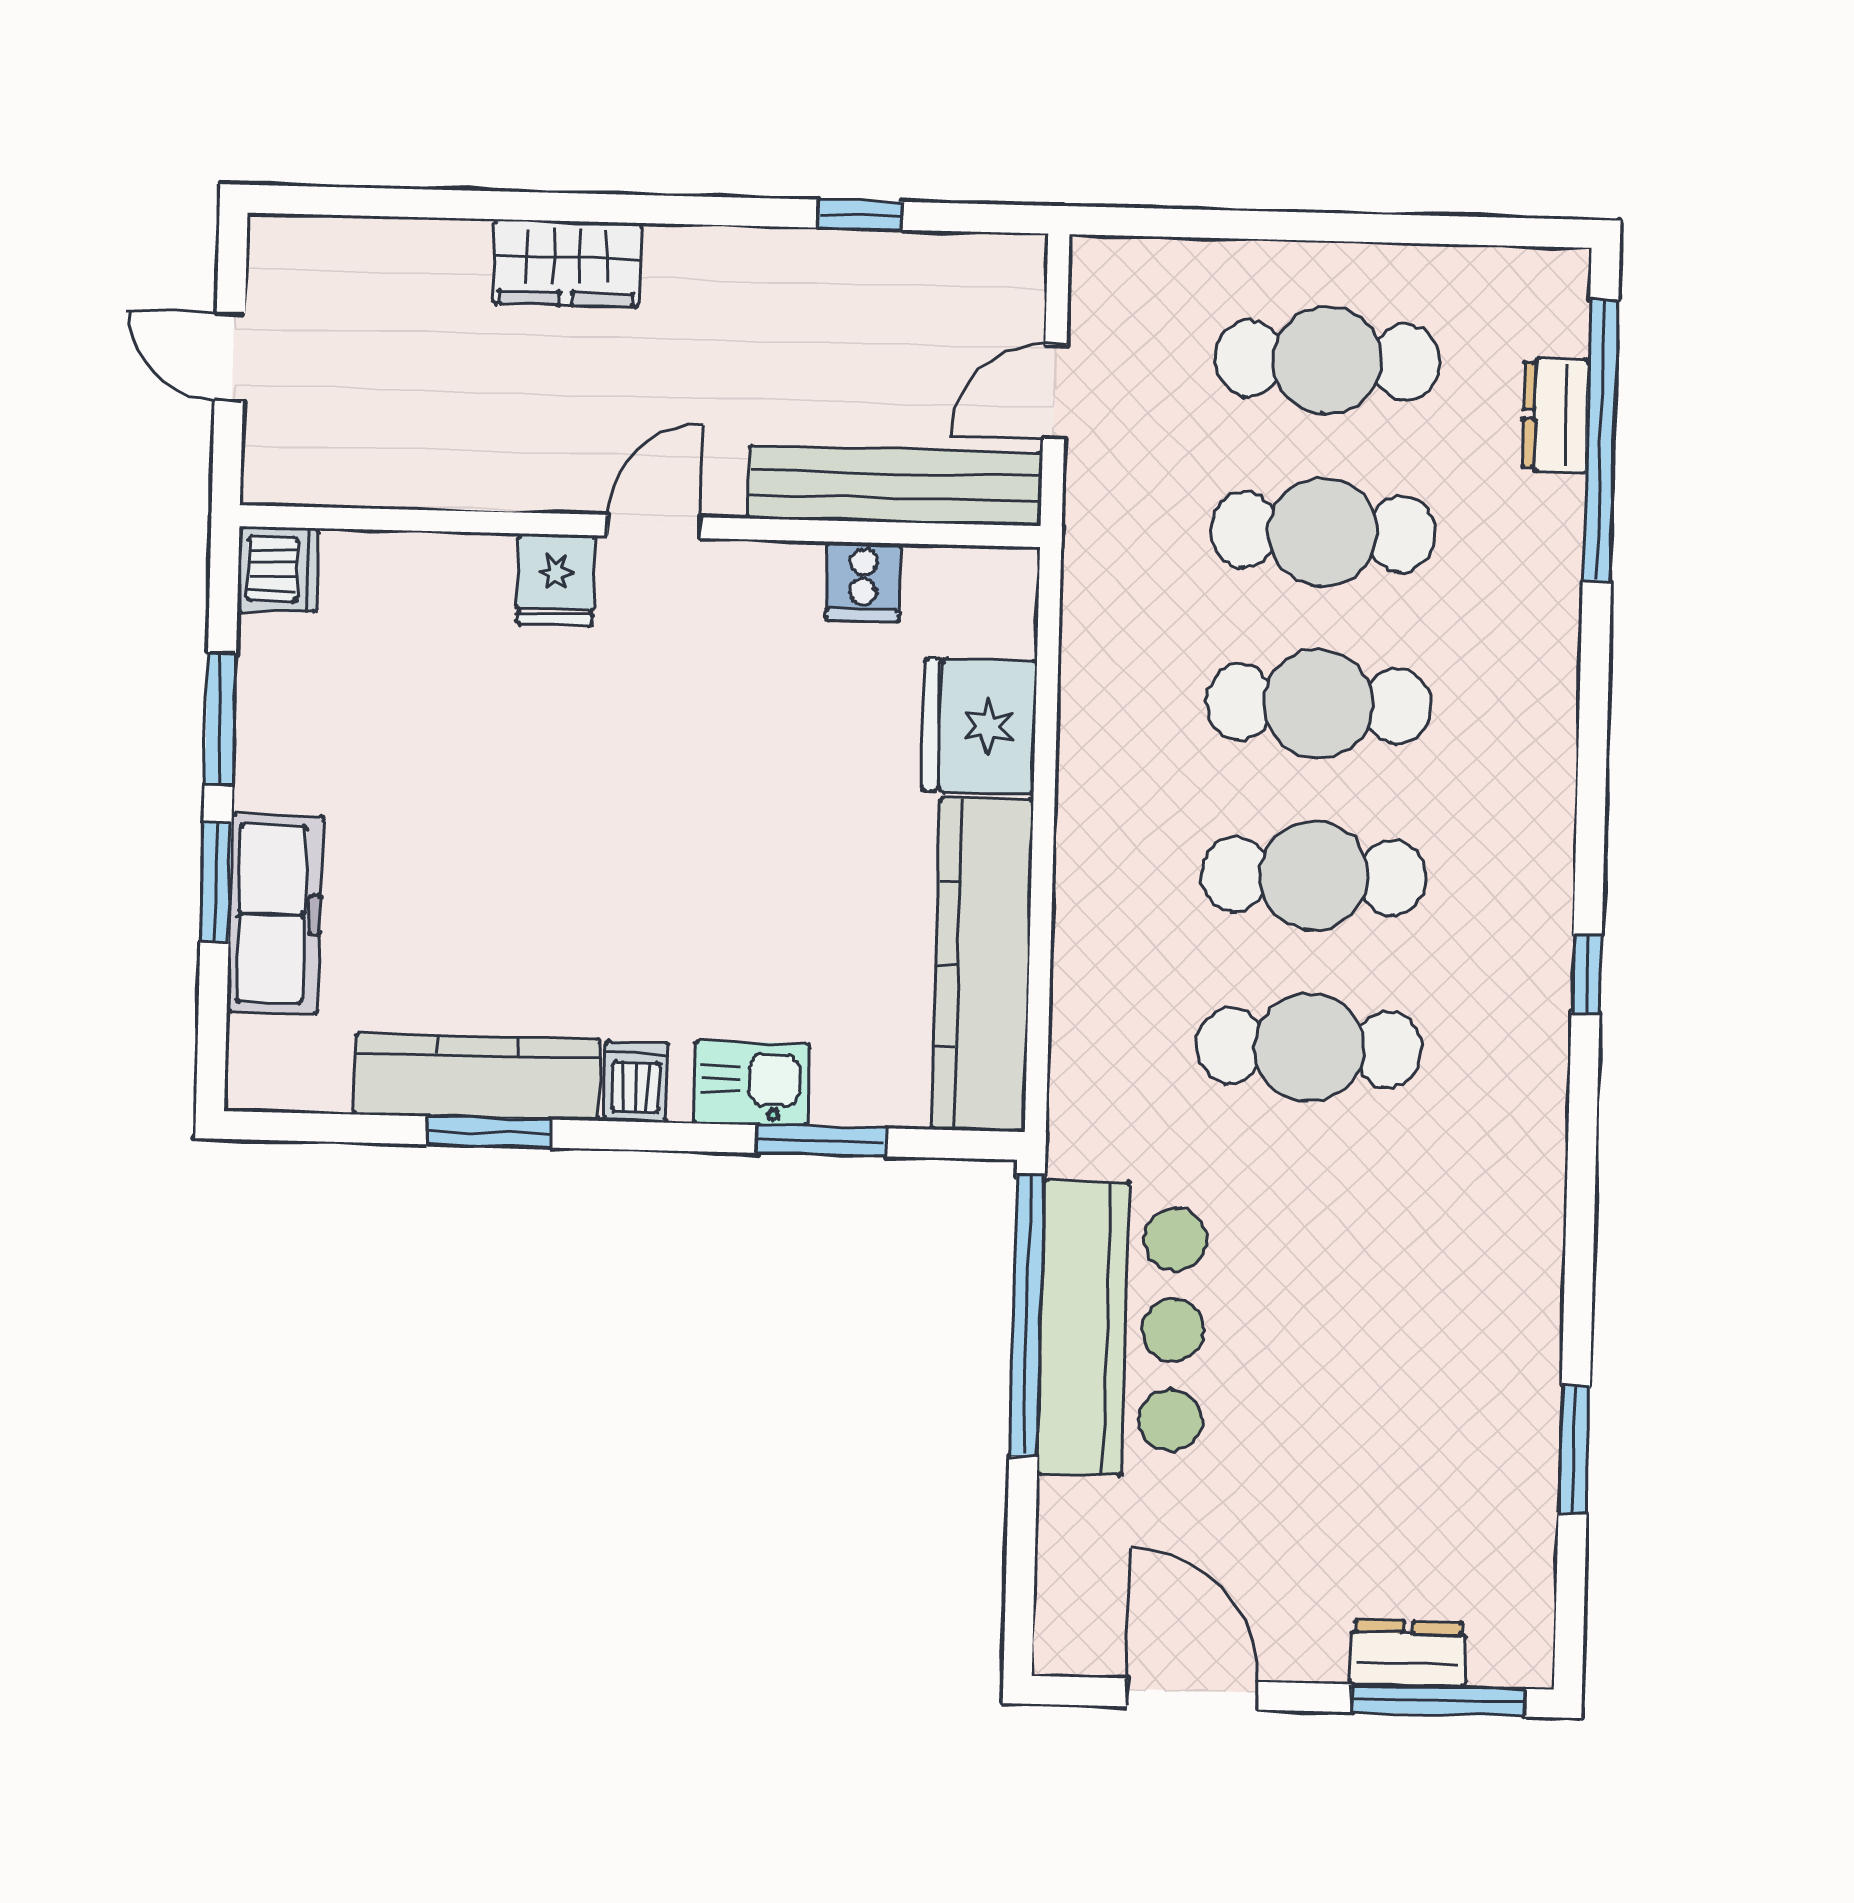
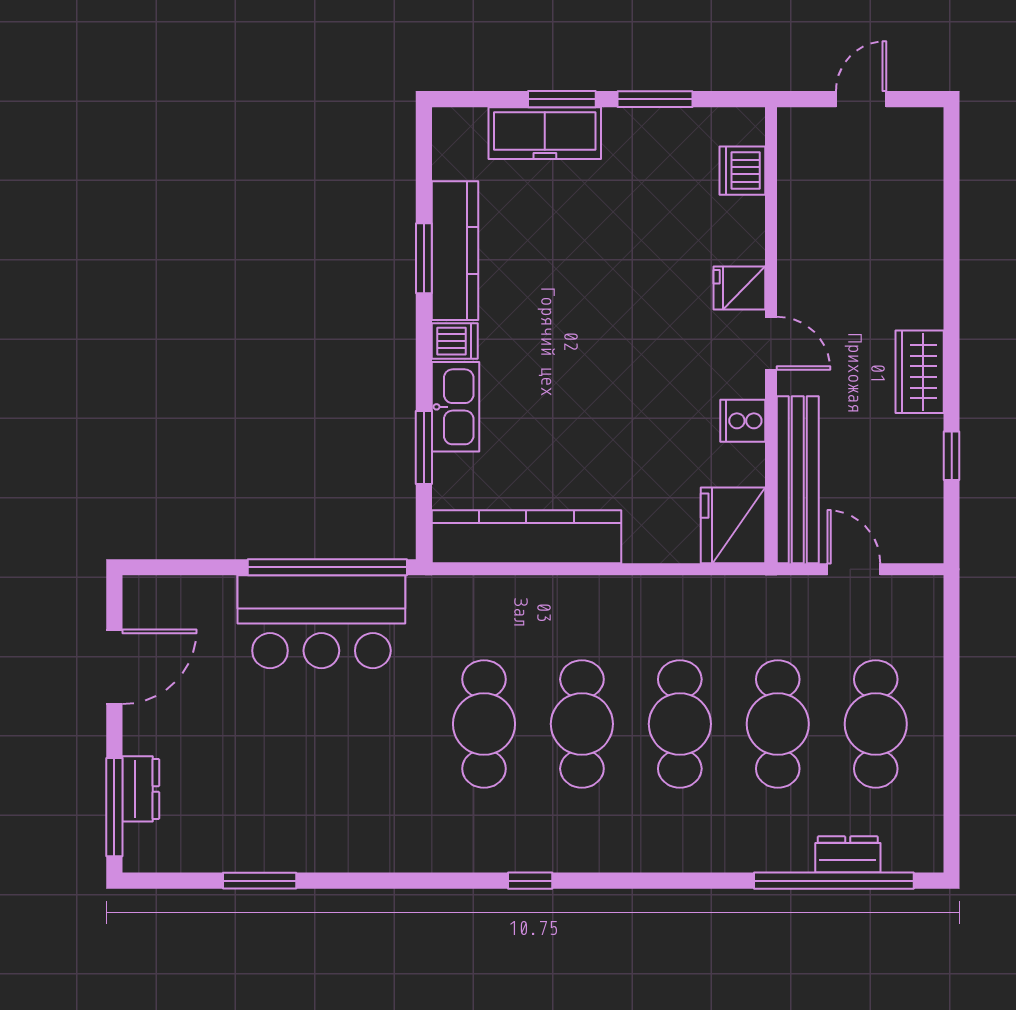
wardrobe: (567, 263) -> (920, 372), moved
dishwasher: (278, 570) -> (742, 171), moved, turned 90
cooker: (863, 582) -> (743, 421), moved
fridge: (979, 726) -> (733, 525), moved, turned -90
kitchen sink: (751, 1083) -> (455, 407), width x1.38

